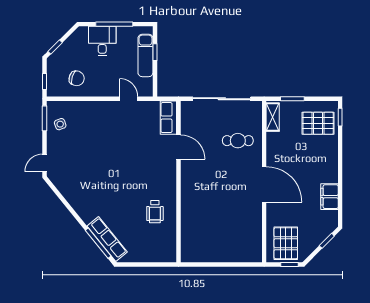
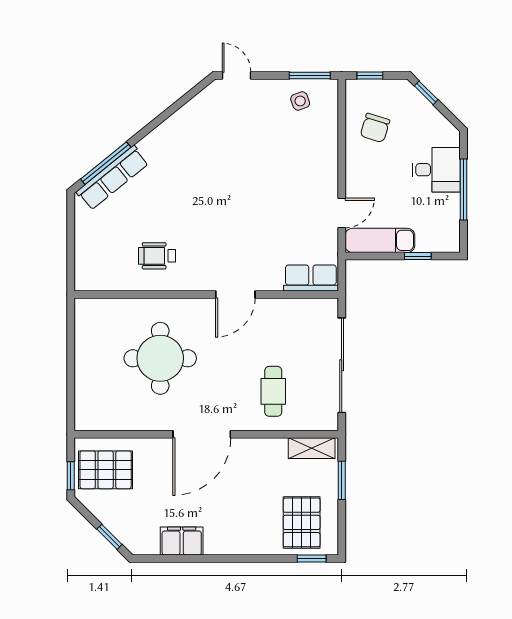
exam couch: (145, 55) -> (380, 240), moved
door: (179, 147) -> (235, 294), moved
round table: (218, 210) -> (160, 358), added

